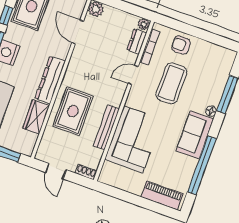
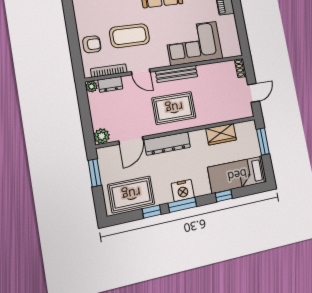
armchair: (181, 45) -> (92, 44), turned -90
dresser: (50, 80) -> (167, 143), moved
rug: (73, 111) -> (174, 108), moved
bench: (106, 127) -> (177, 74), moved

